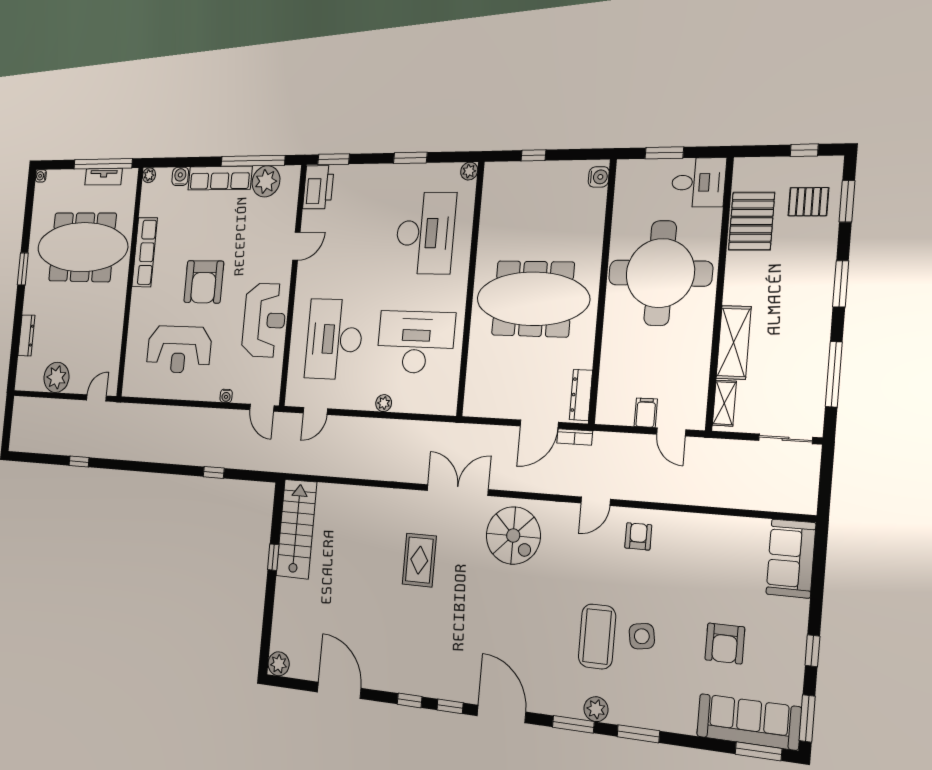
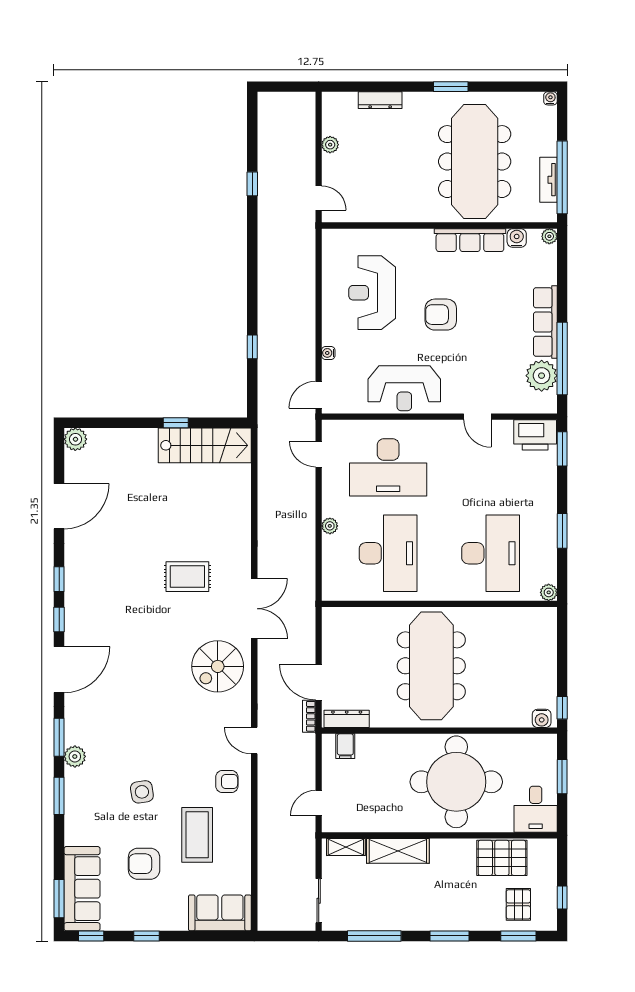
window: (533, 155) -> (562, 708), moved
water cooler: (180, 176) -> (517, 238), moved, turned -90
desk: (425, 233) -> (491, 553), turned -90
armchair: (204, 282) -> (441, 315), width x0.73, depth x0.73
desk: (334, 339) -> (388, 467), turned 180
plant: (56, 377) -> (330, 145), width x0.53, depth x0.53
filing cabinet: (646, 413) -> (345, 746), moved, turned 90
coffee table: (597, 636) -> (197, 835), moved, turned 90
window: (807, 718) -> (91, 936), width x0.67

